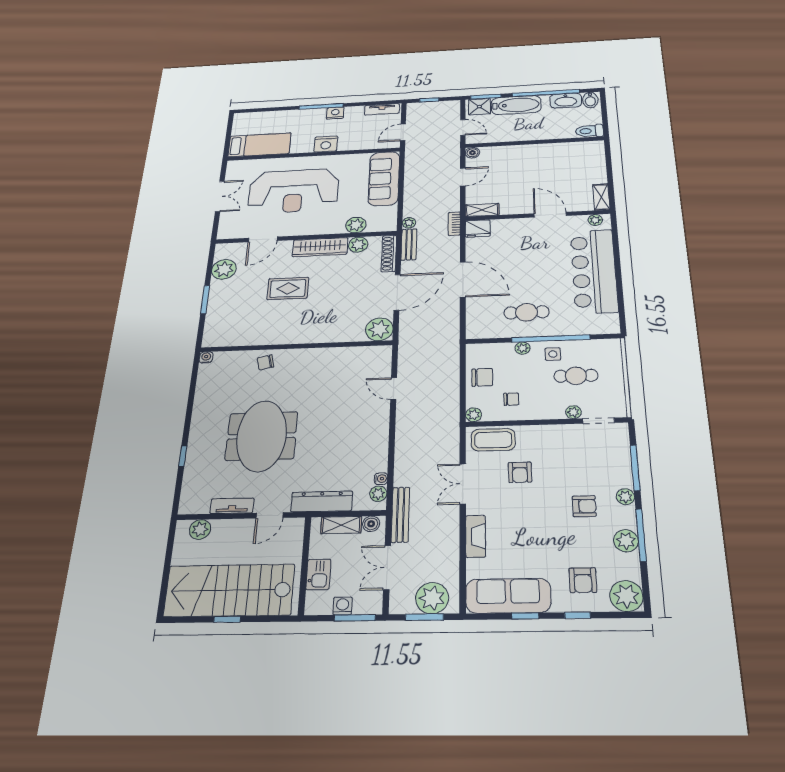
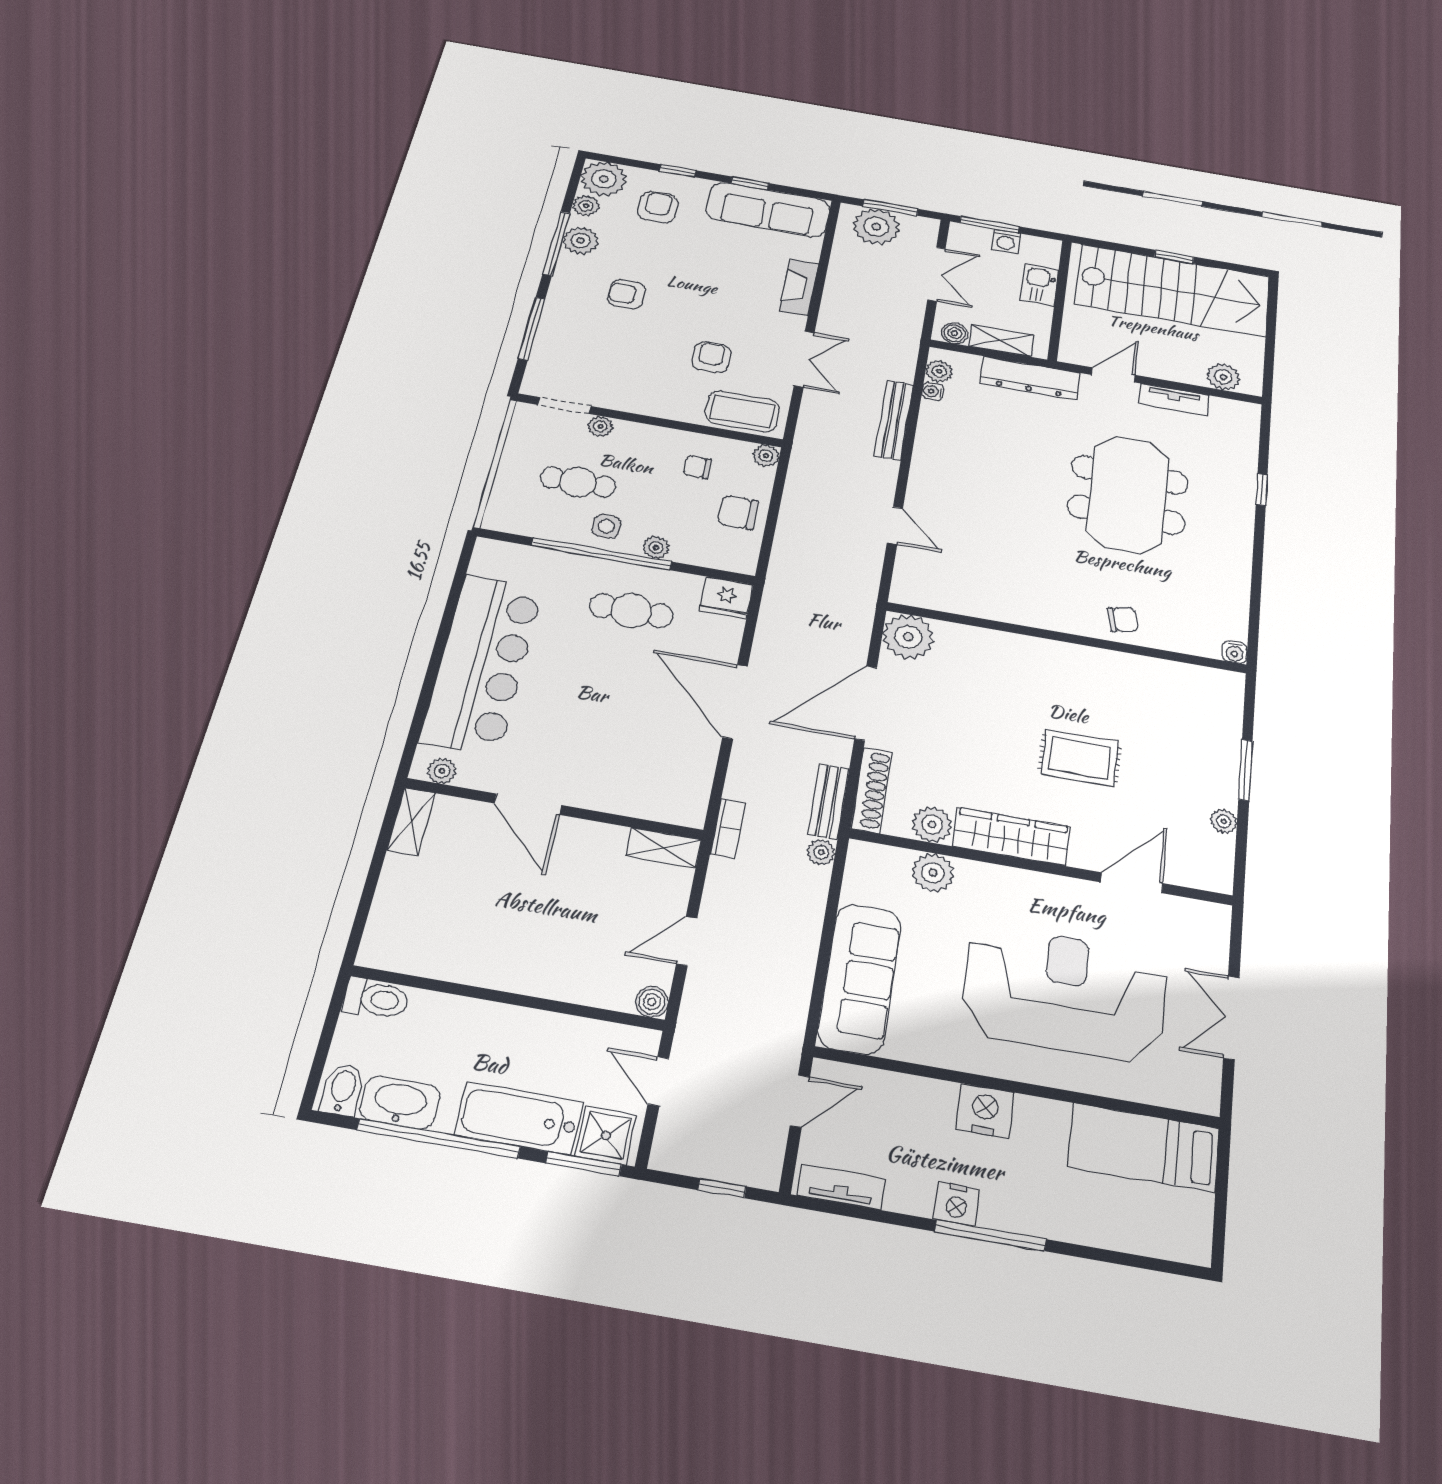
fridge: (478, 229) -> (726, 598), moved, turned 180
plant: (224, 269) -> (1224, 821), width x0.53, depth x0.53
plant: (625, 497) -> (586, 206), moved
bench: (400, 515) -> (894, 420), moved

